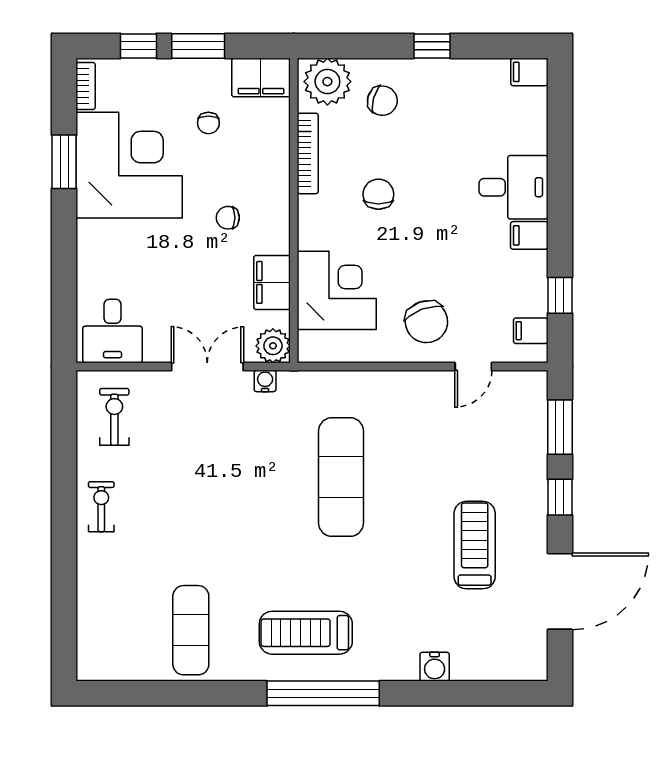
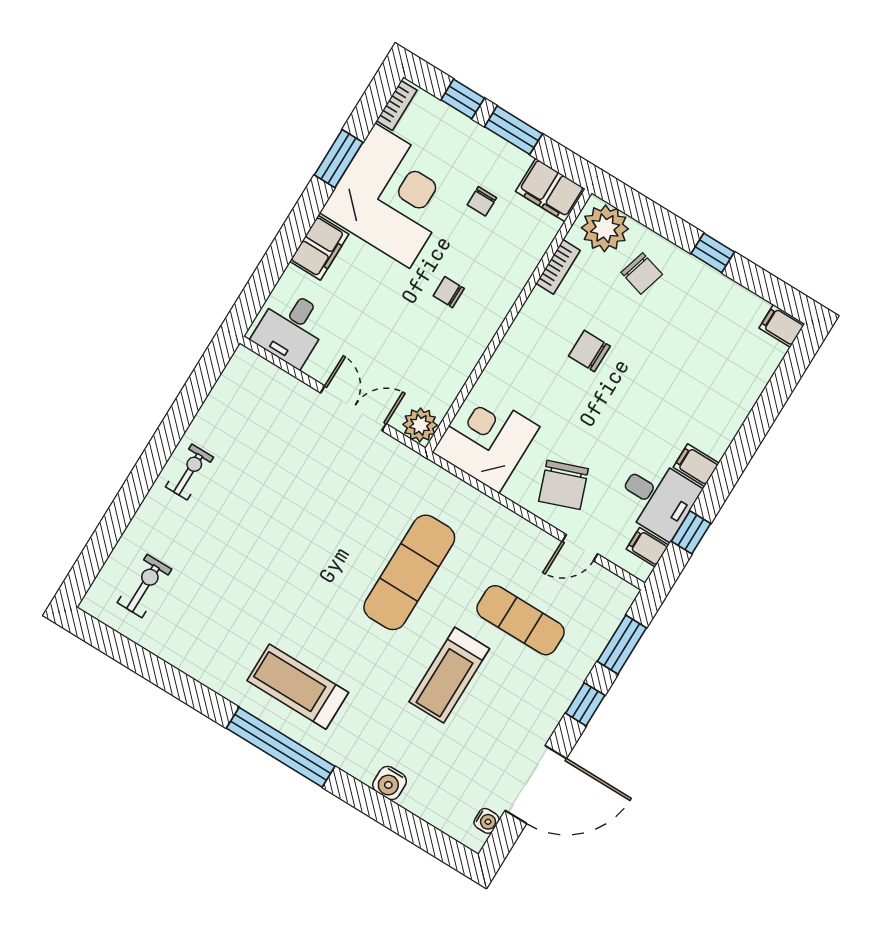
bookcase: (308, 153) -> (558, 267), width x0.64
desk: (513, 187) -> (657, 498), moved
chair: (378, 194) -> (589, 351), turned -90
filing cabinet: (272, 282) -> (319, 248), moved, turned 180
corner desk: (337, 290) -> (486, 439), moved, turned -90
water cooler: (265, 381) -> (487, 821), moved, turned 90
exercise bike: (114, 417) -> (144, 586), moved
treadmill: (475, 545) -> (449, 675), moved, turned 180
exercise mat: (191, 630) -> (520, 620), moved, turned 90

